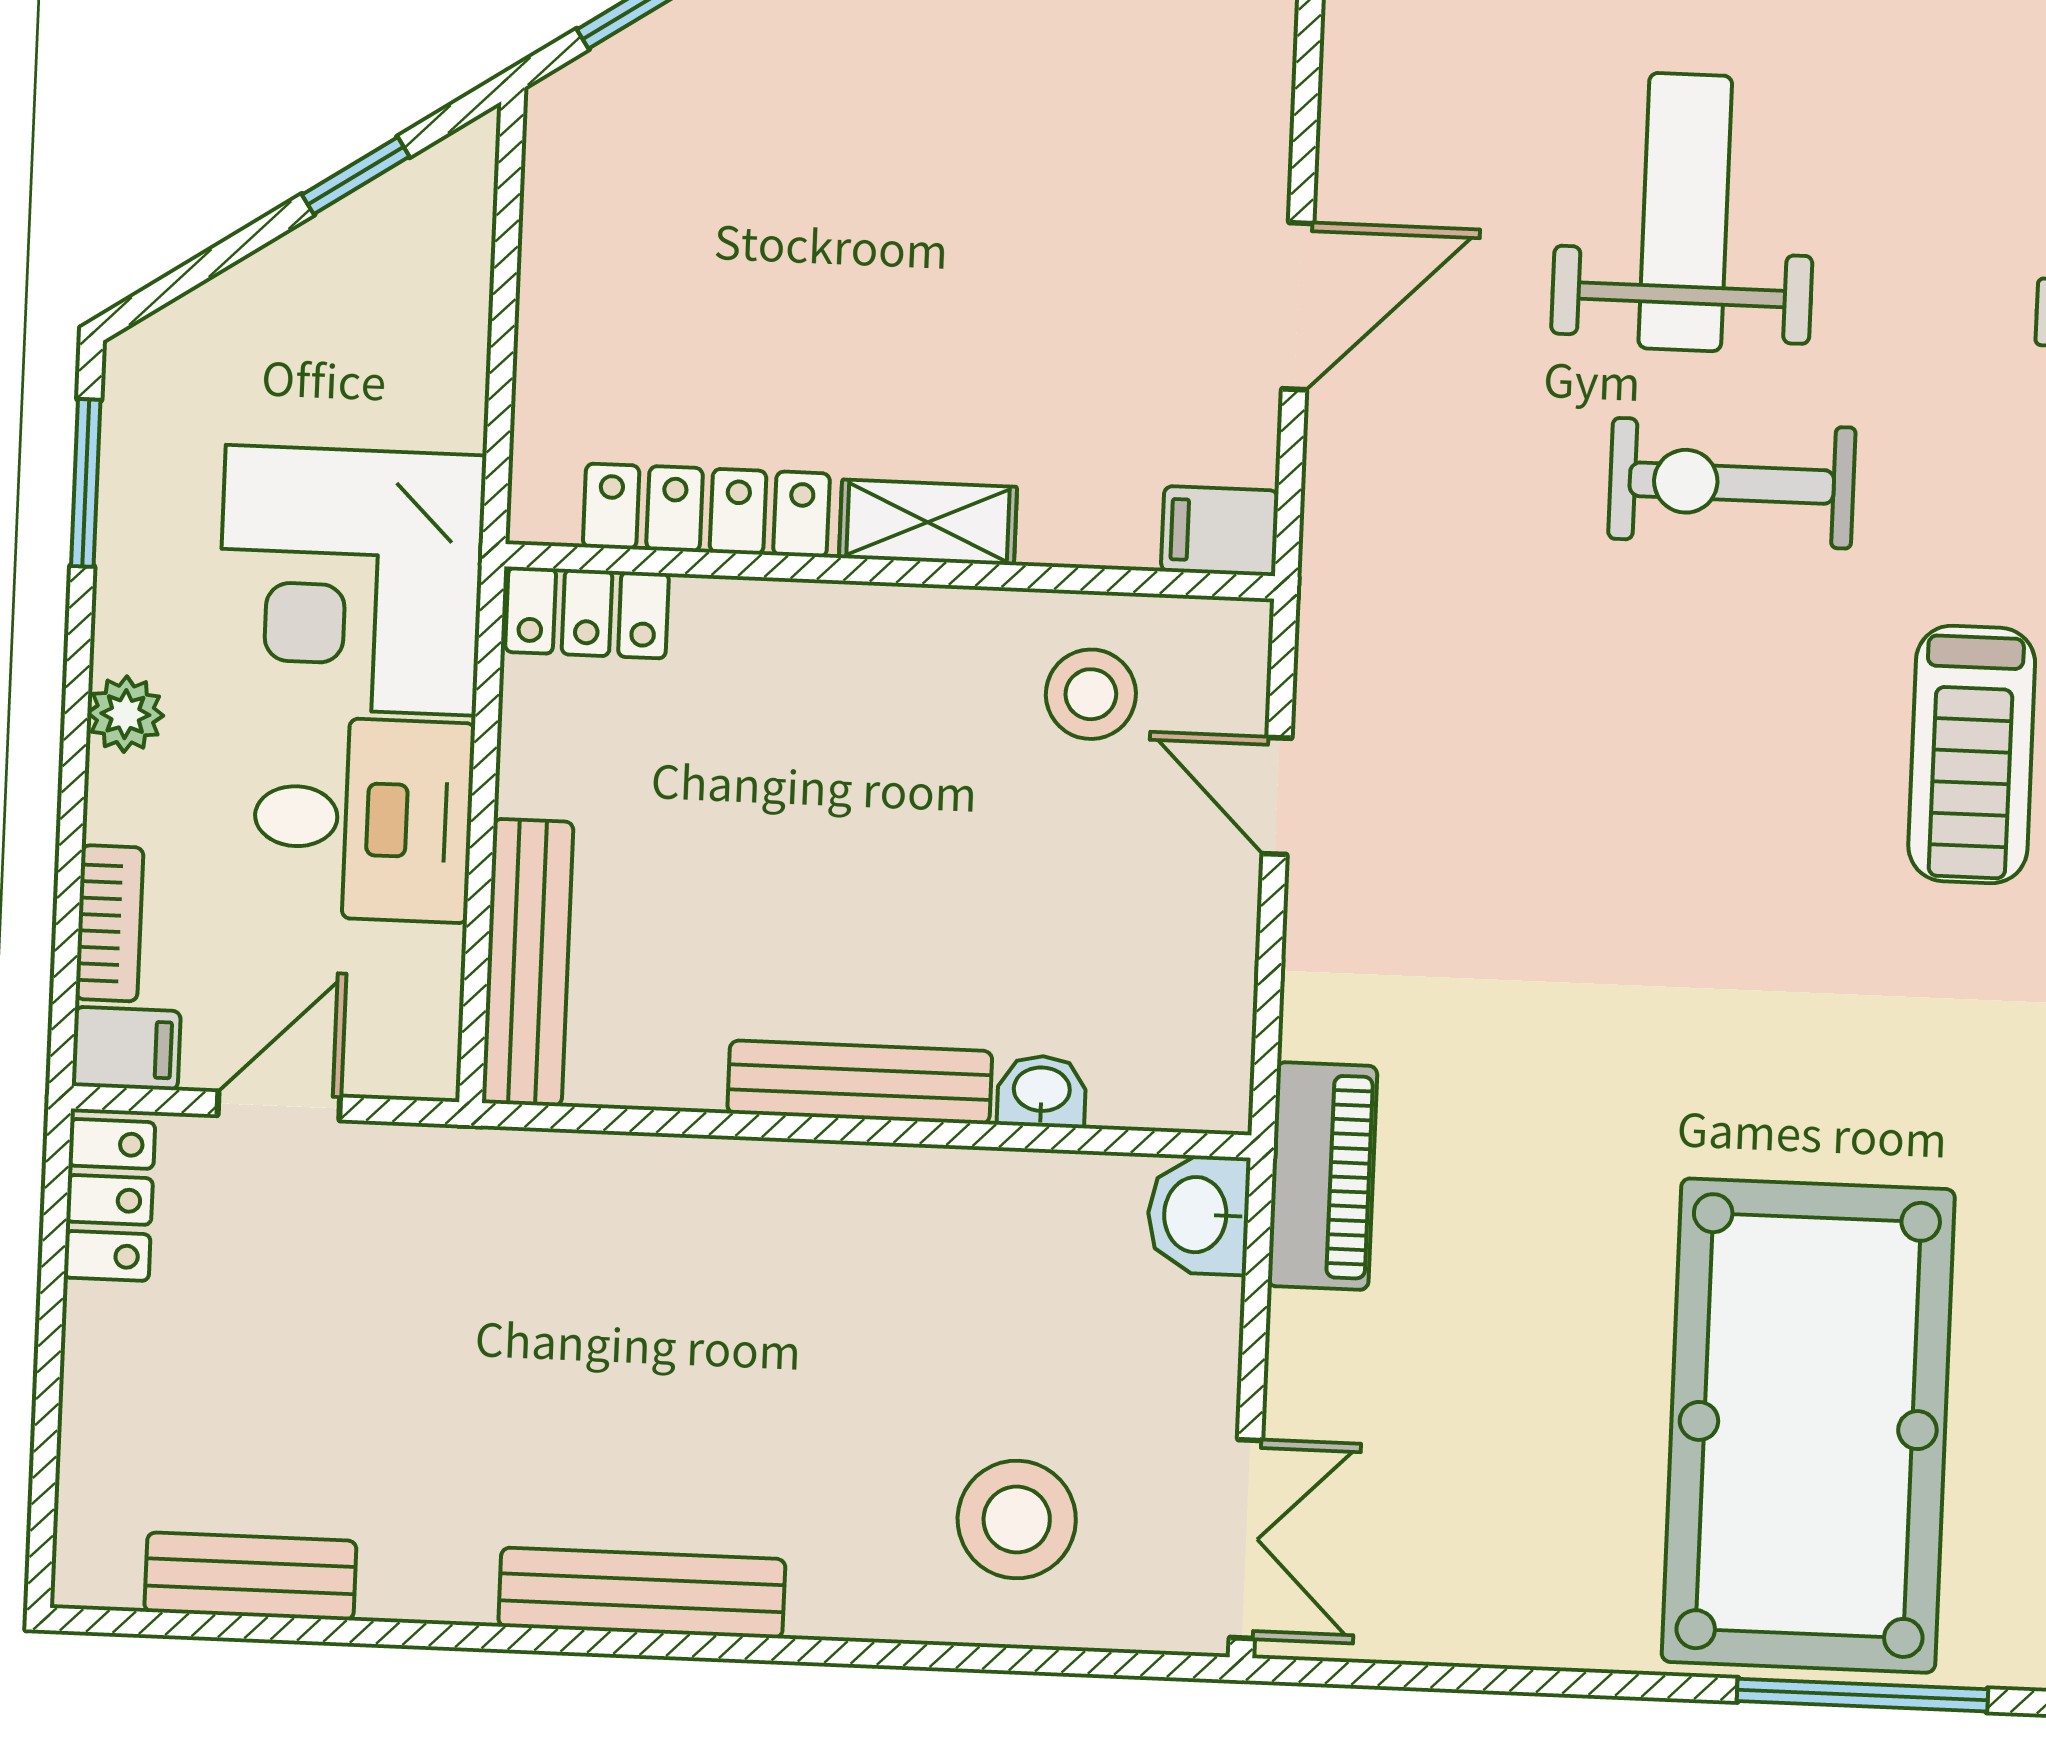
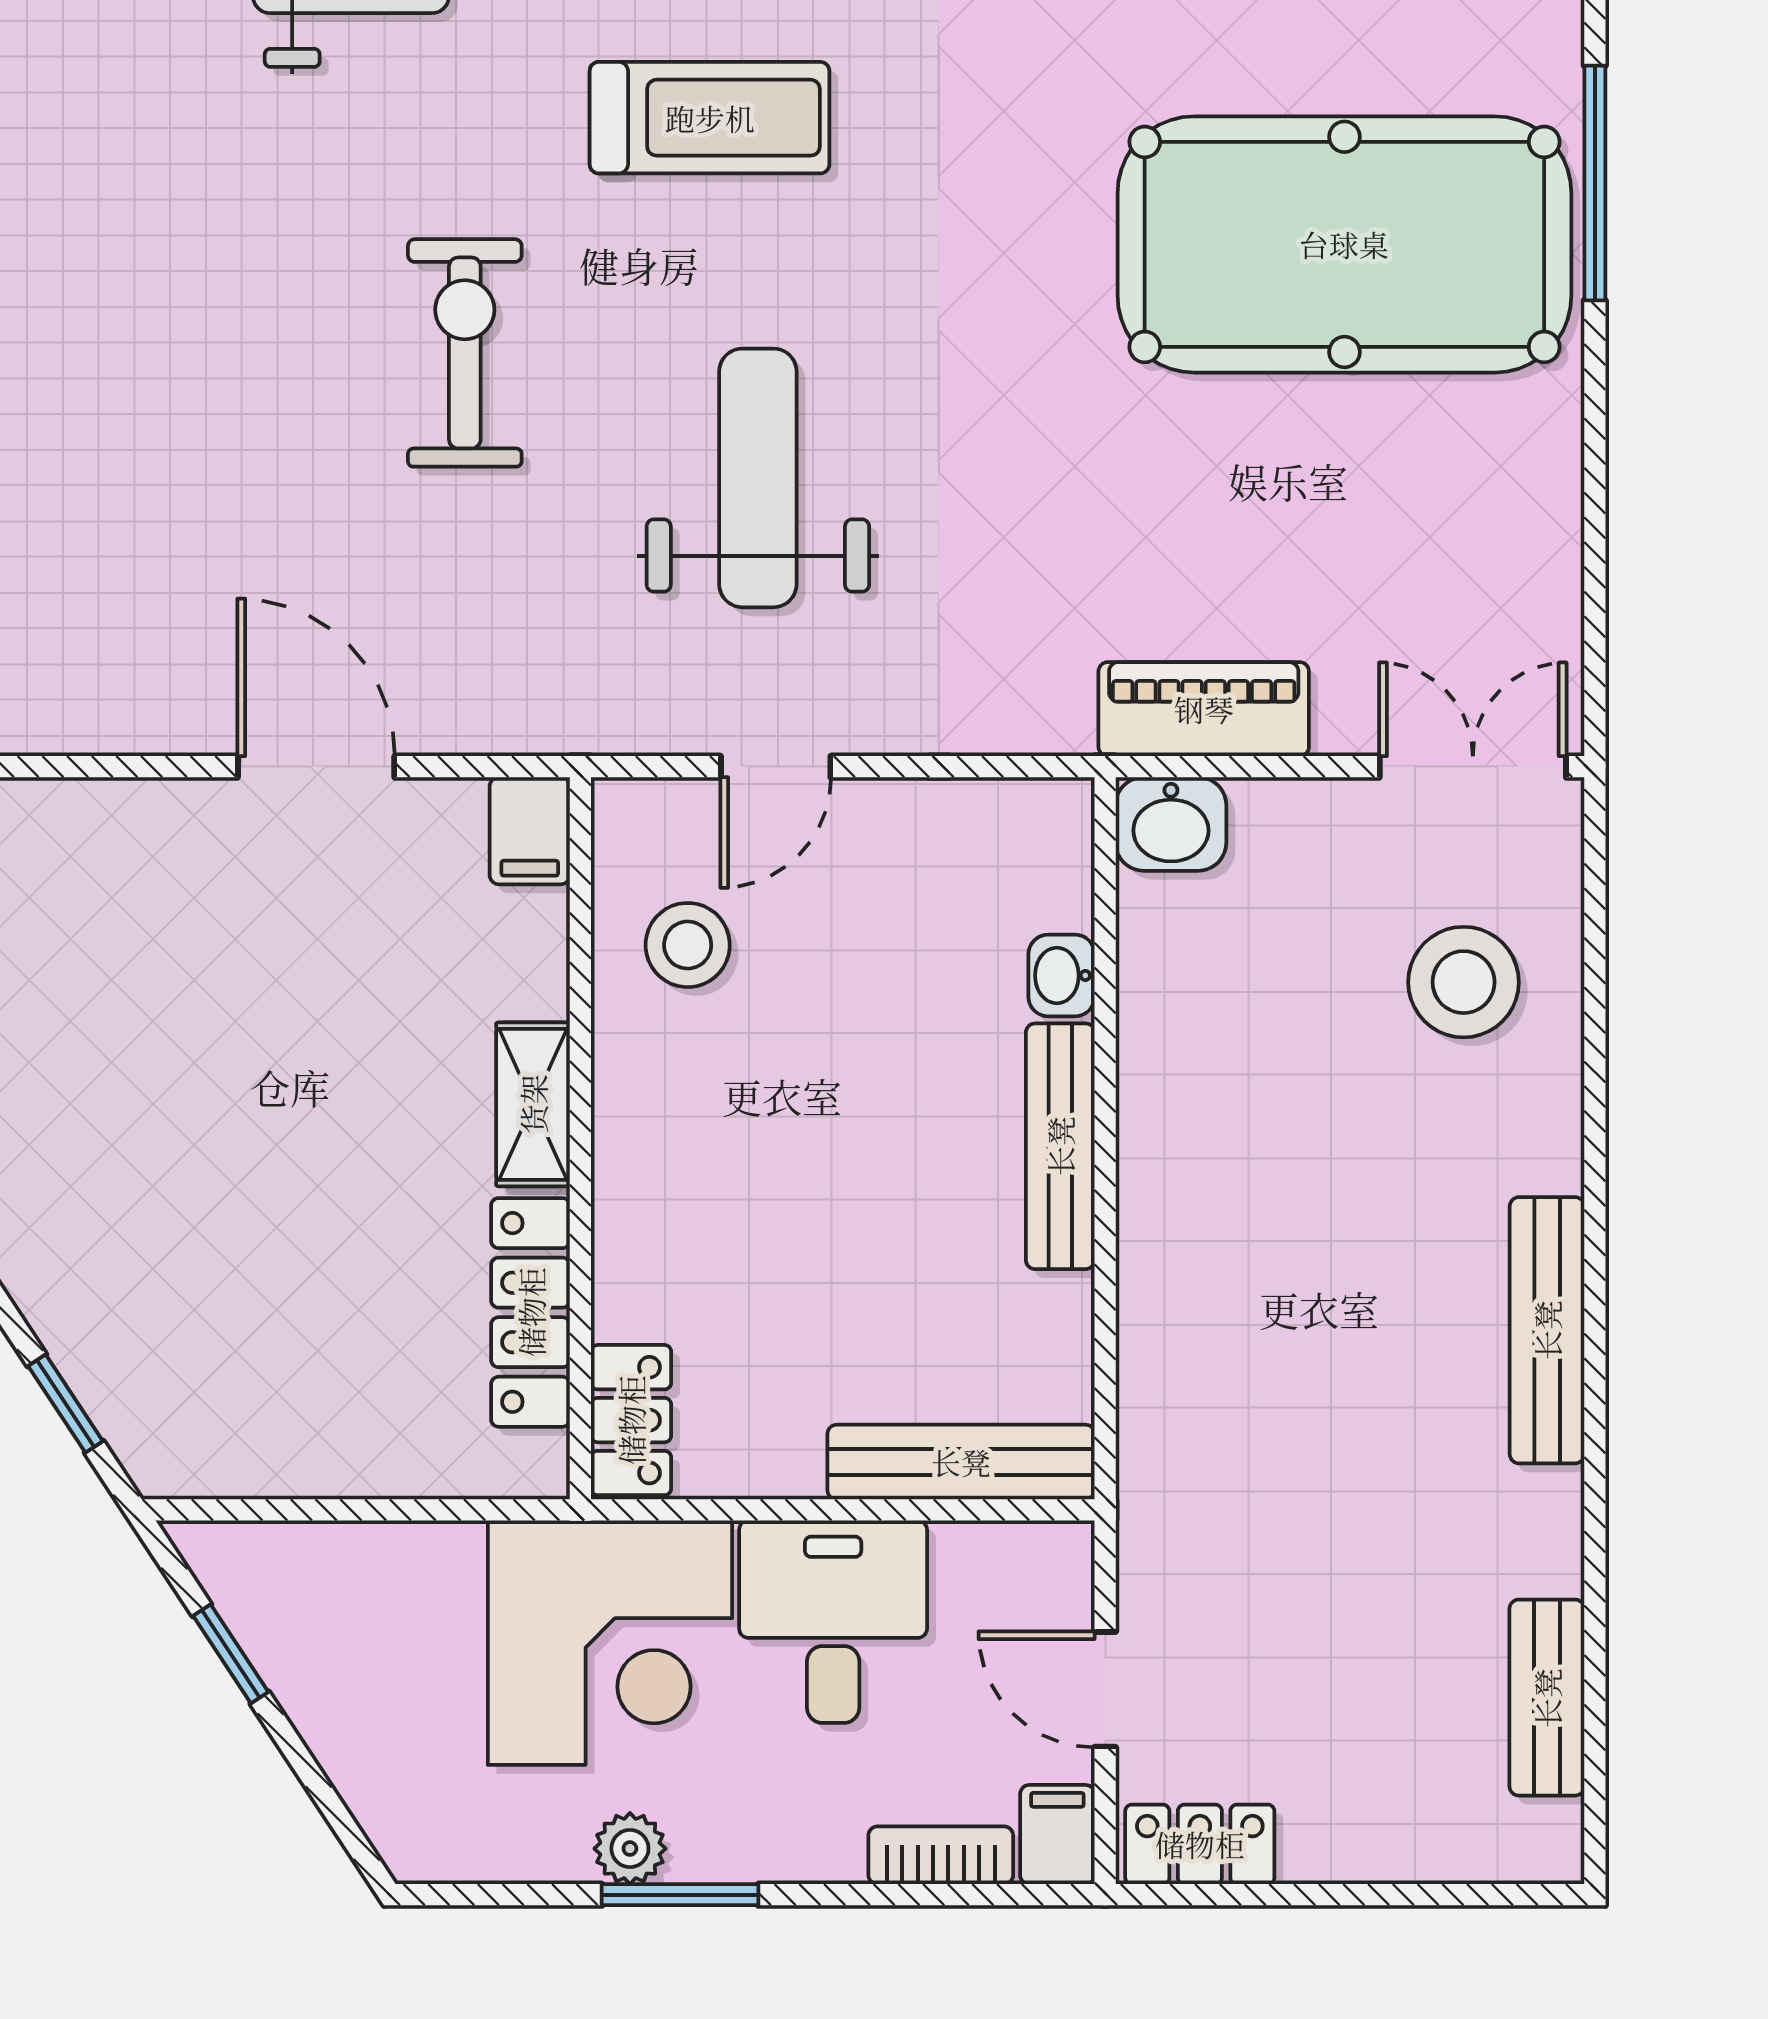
weight bench: (1685, 212) -> (758, 478), moved, turned 90
window: (86, 483) -> (680, 1895), moved
exercise bike: (1732, 483) -> (465, 353), turned 180
plant: (125, 714) -> (630, 1849), moved
piano: (1323, 1176) -> (1204, 709), moved

